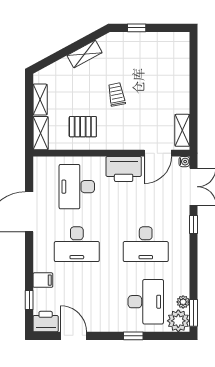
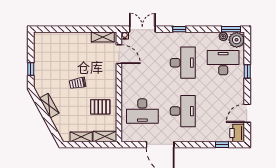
pallet: (83, 127) -> (100, 107), turned 90
printer: (124, 169) -> (130, 78), removed
window: (193, 224) -> (179, 29), moved
filing cabinet: (43, 280) -> (208, 135), removed

